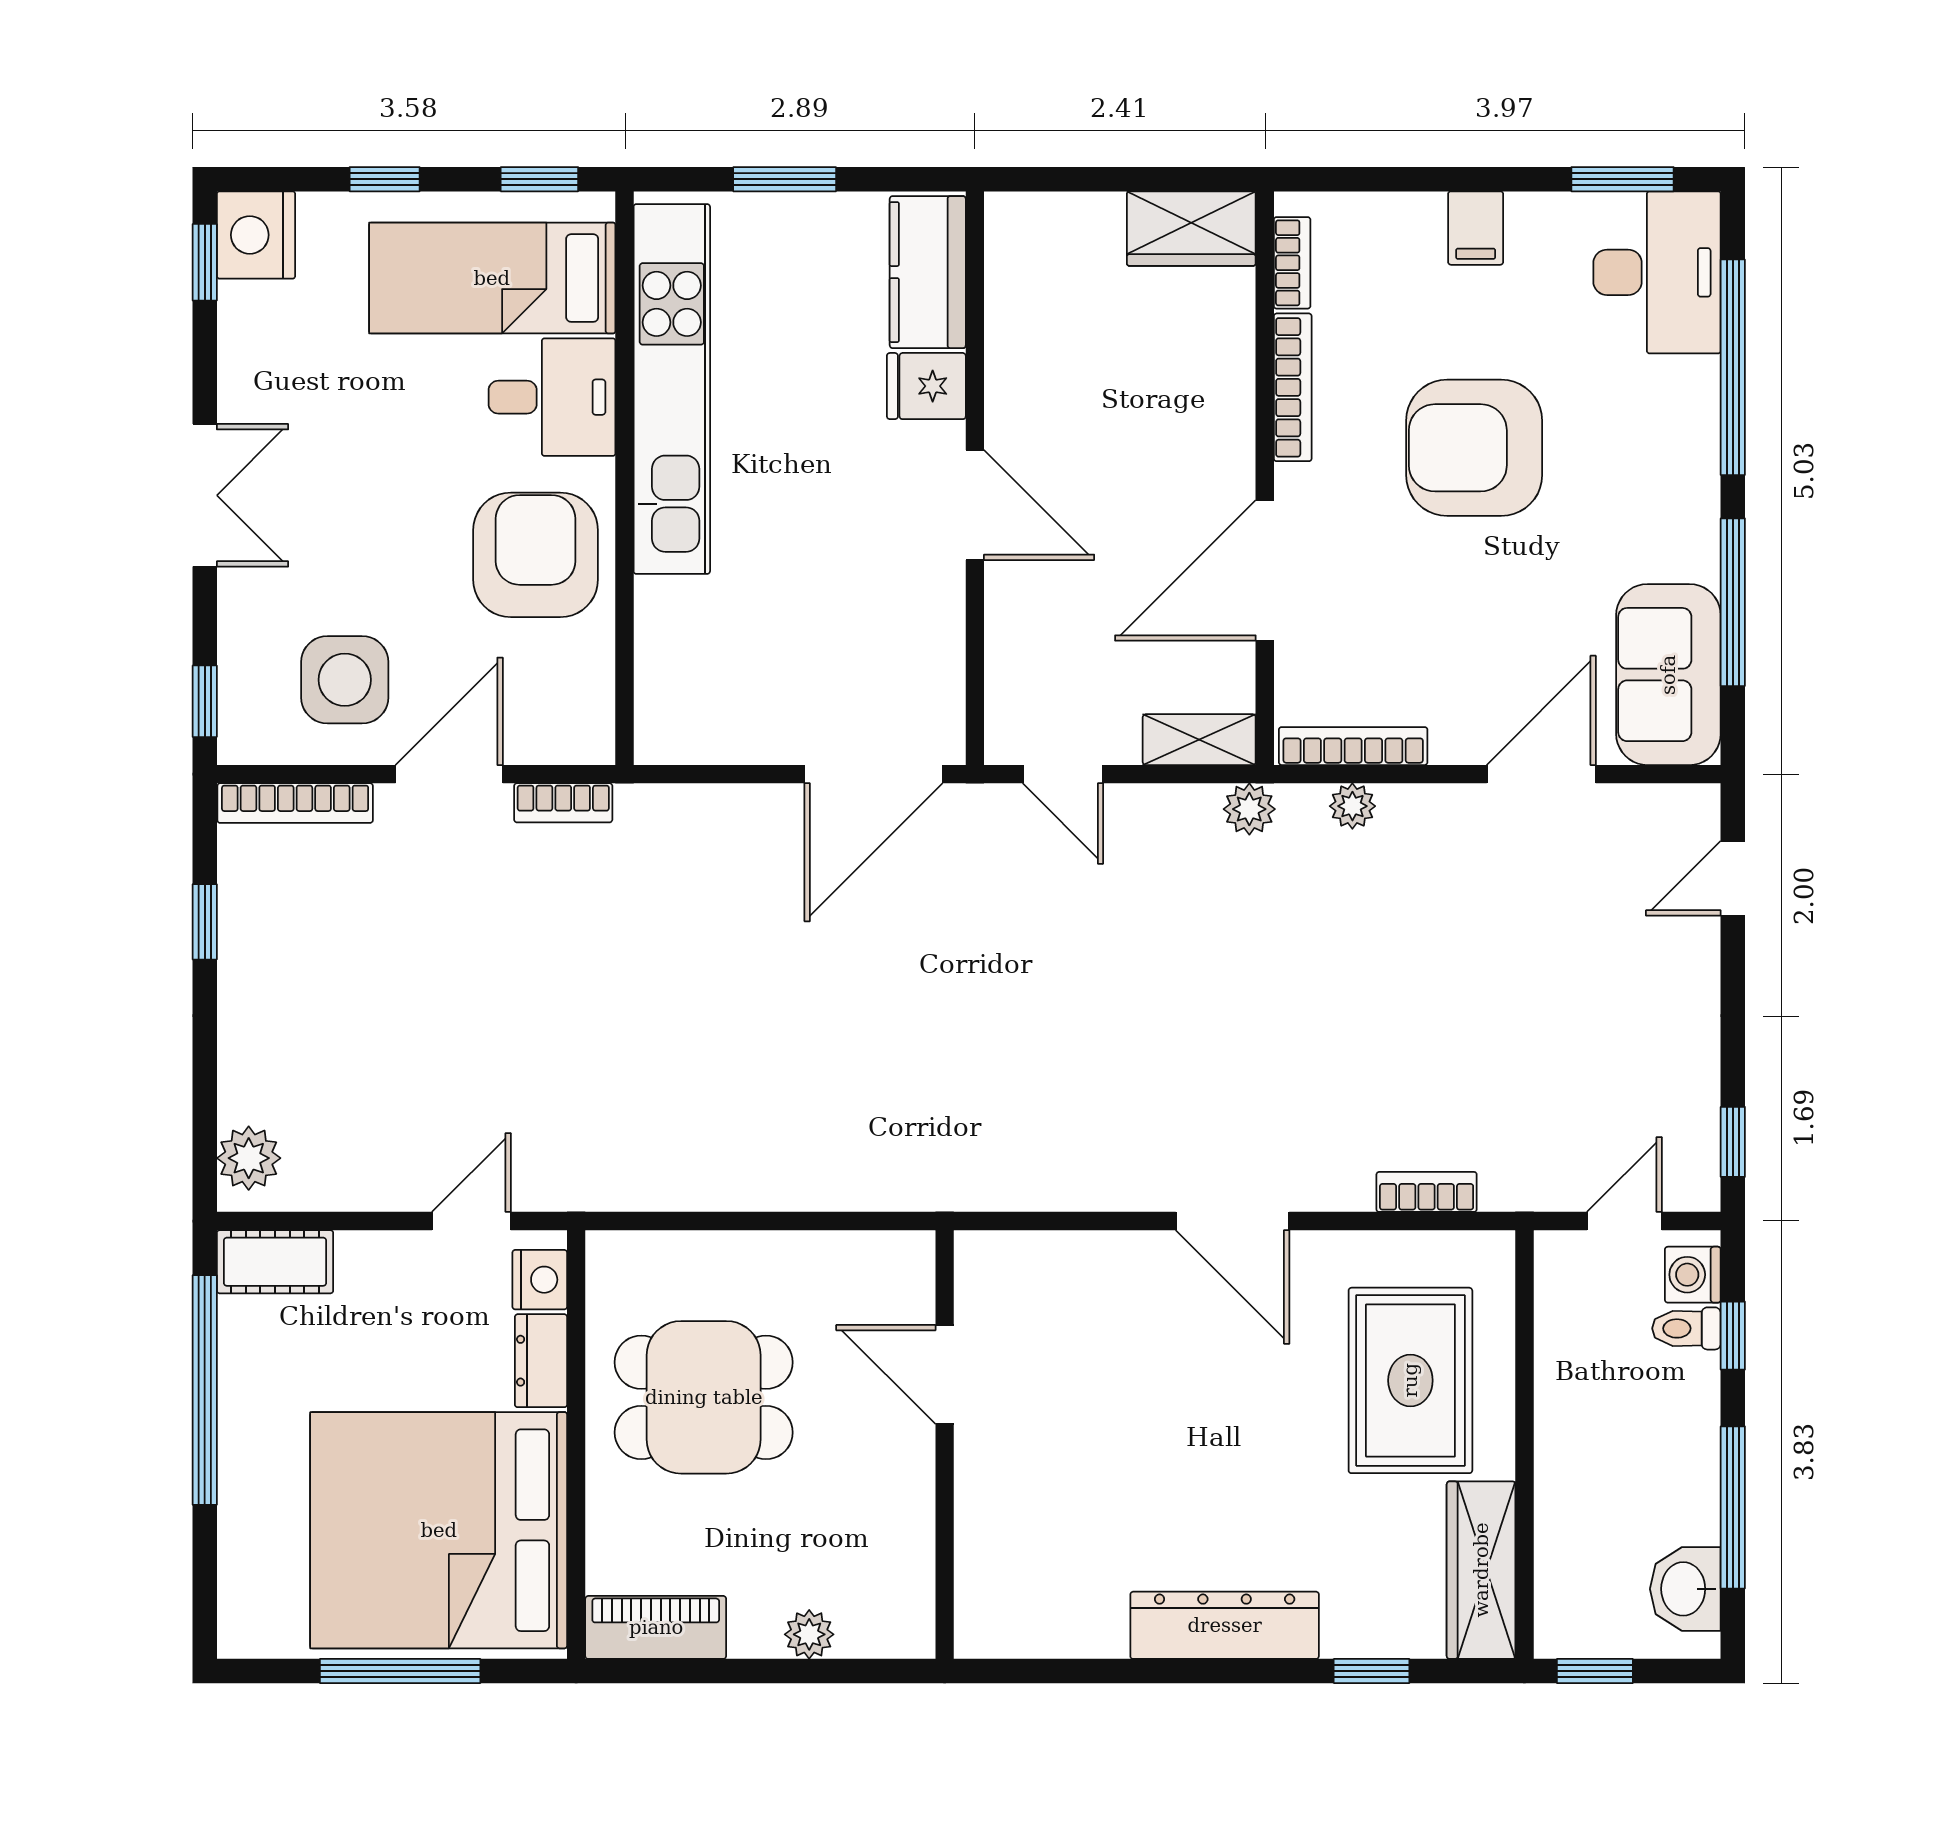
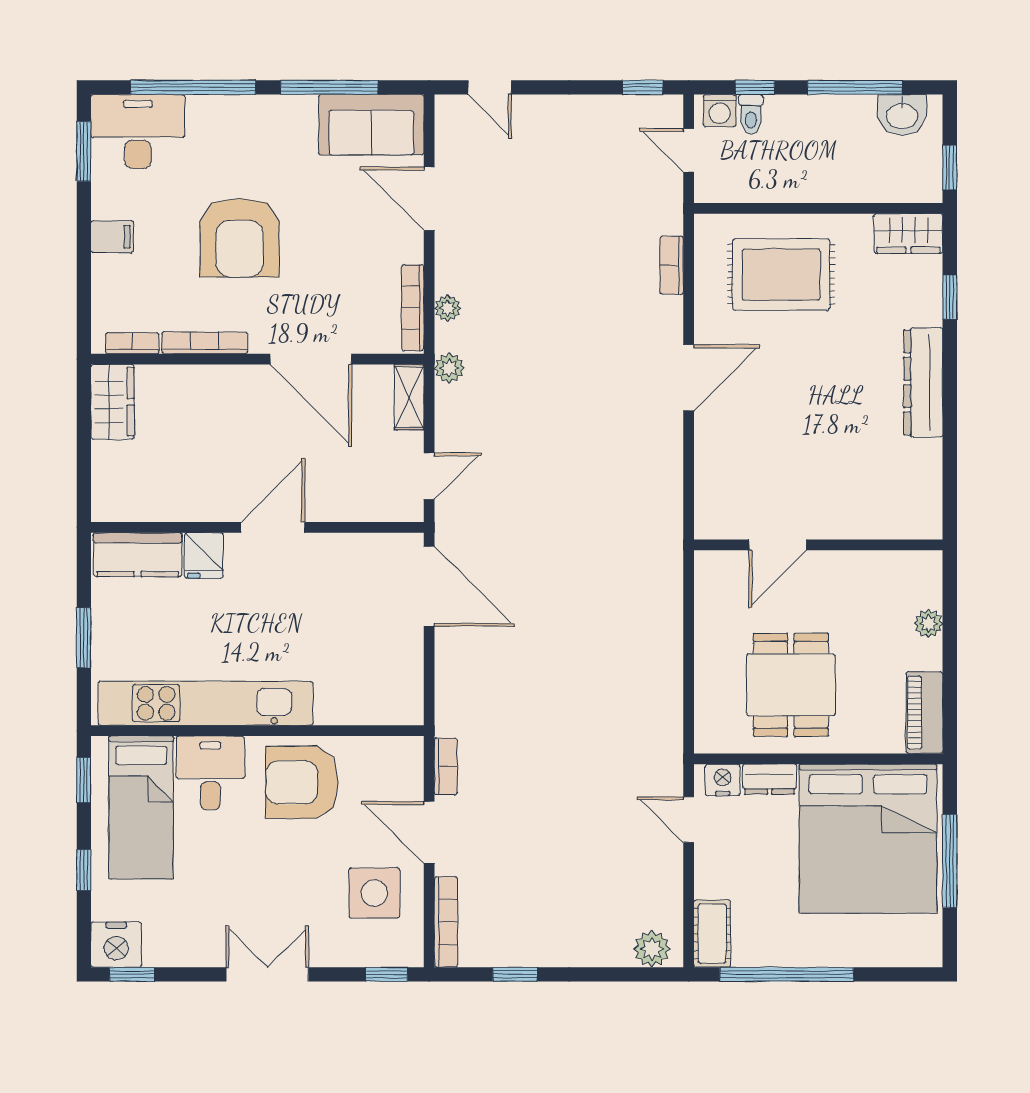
wardrobe: (1481, 1570) -> (908, 233), width x0.67

